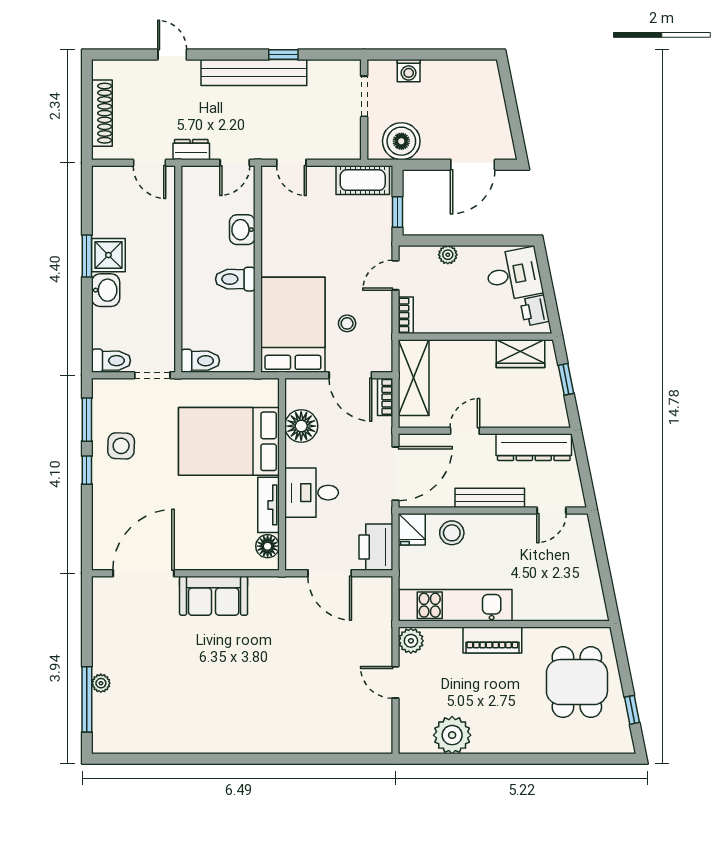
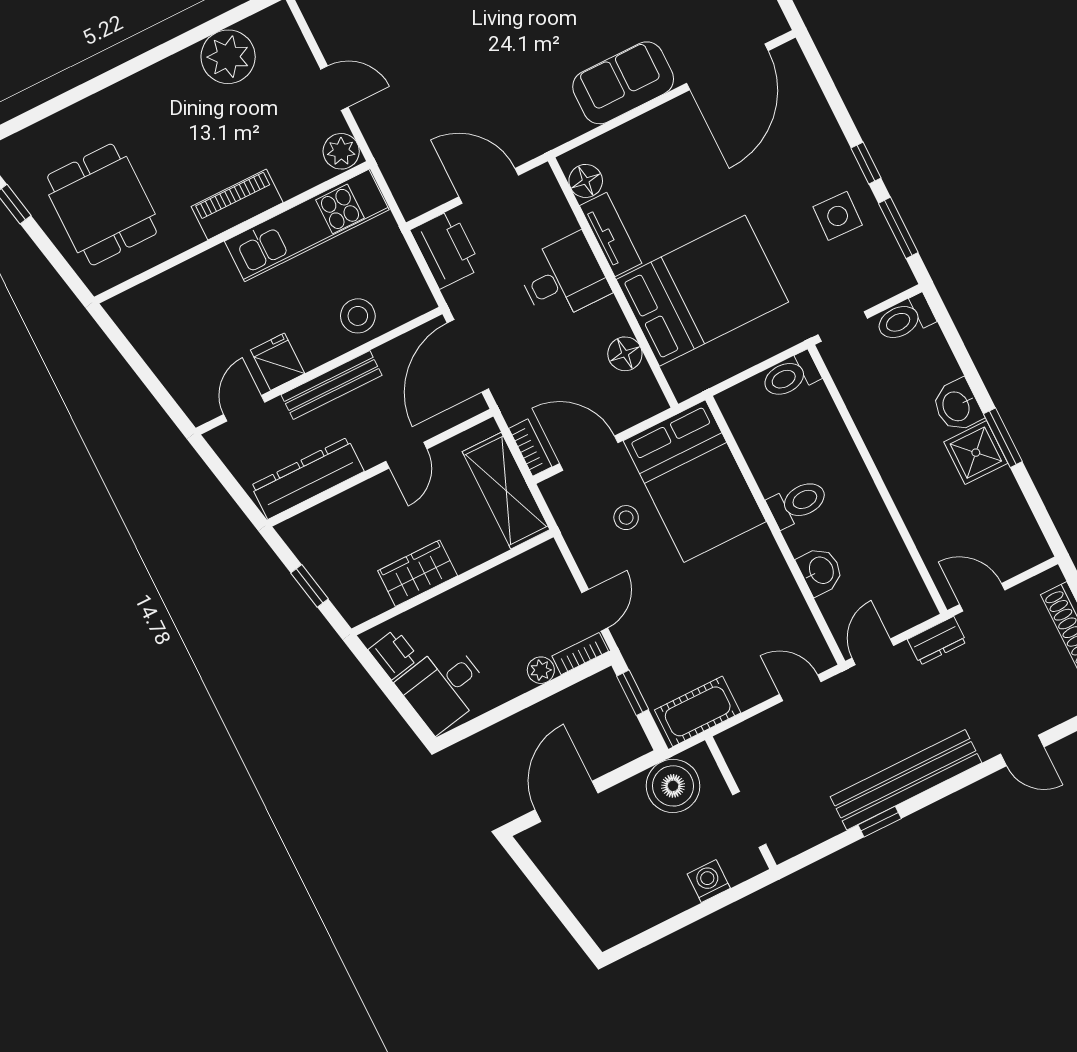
bookcase: (406, 315) -> (580, 654), moved, turned 90
wardrobe: (521, 354) -> (418, 573), moved
floor lamp: (301, 426) -> (625, 354), width x0.73, depth x0.73
fridge: (412, 529) -> (278, 362), moved

